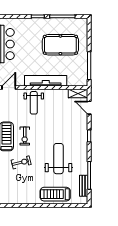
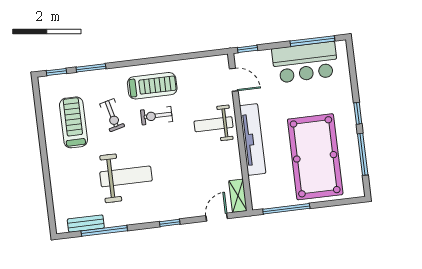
pool table: (60, 45) -> (315, 157), width x1.36, depth x1.32
treadmill: (55, 194) -> (73, 122), moved

